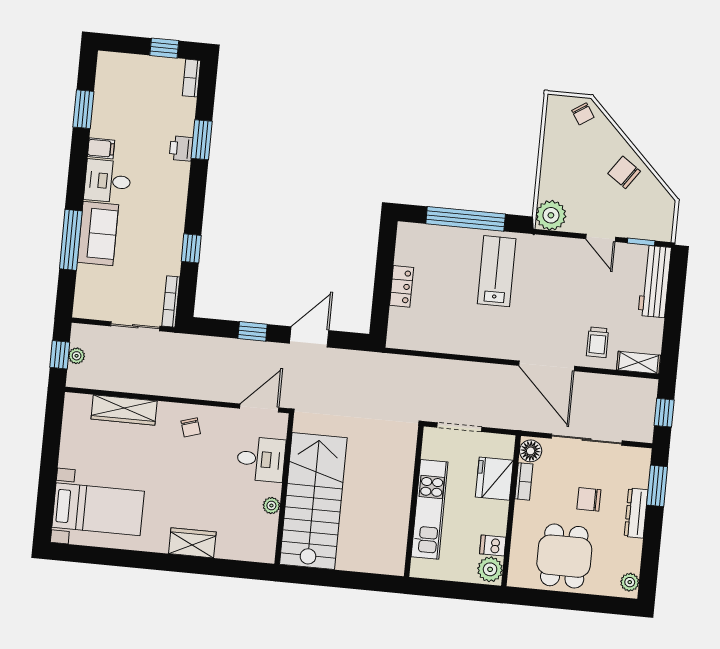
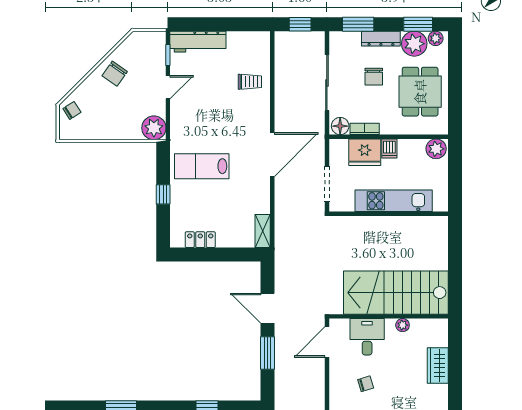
window: (466, 219) -> (163, 194), width x0.32
locker: (402, 286) -> (200, 240), moved
window: (253, 331) -> (267, 353), width x1.50
shelving: (638, 363) -> (263, 231), moved
door: (547, 366) -> (272, 155), moved
door: (259, 408) -> (327, 342), hinge flipped
chair: (191, 427) -> (366, 384), moved
wardrobe: (192, 543) -> (438, 366), moved
dishwasher: (493, 546) -> (389, 148), moved
plant: (626, 555) -> (414, 44), added
dining table: (564, 556) -> (420, 92), turned 90
window: (650, 562) -> (418, 24), added

